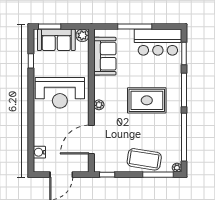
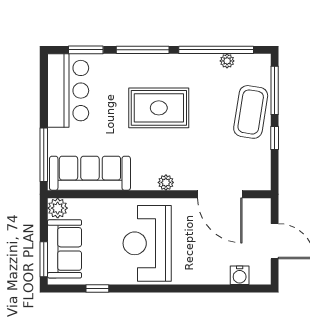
window: (135, 27) -> (44, 155), moved
sofa: (105, 56) -> (90, 173), width x1.36
reception desk: (60, 93) -> (147, 243), turned 180
rug: (147, 100) -> (159, 108), turned 90
plant: (177, 168) -> (227, 61), moved
window: (107, 175) -> (275, 138), moved

